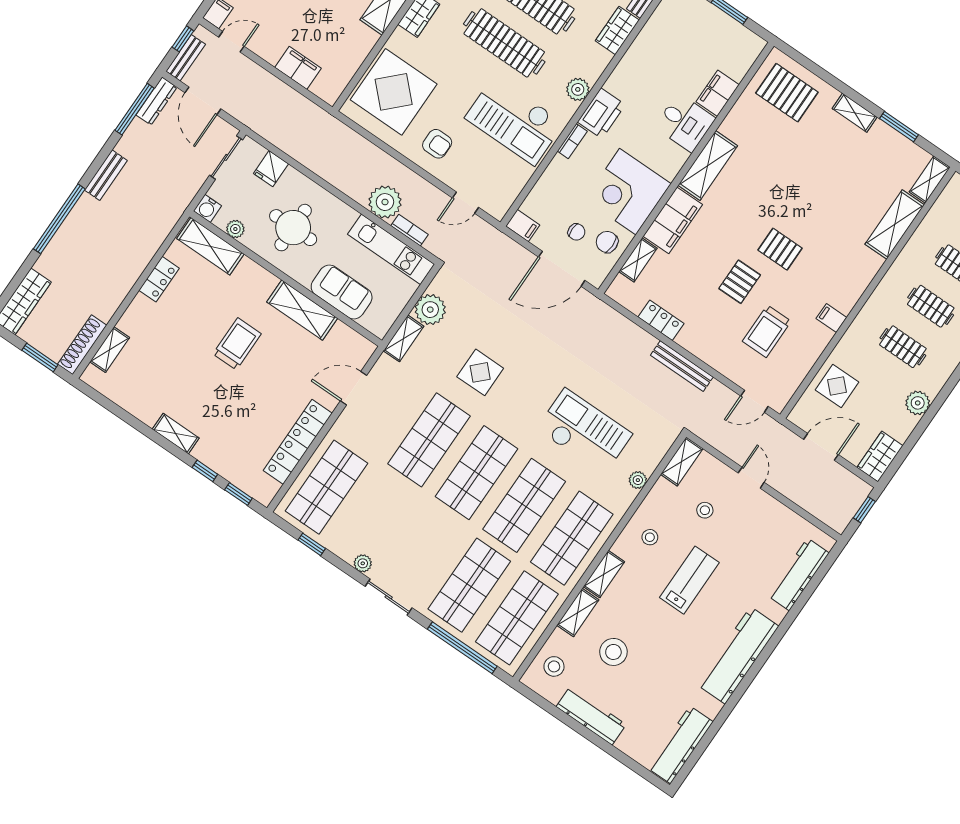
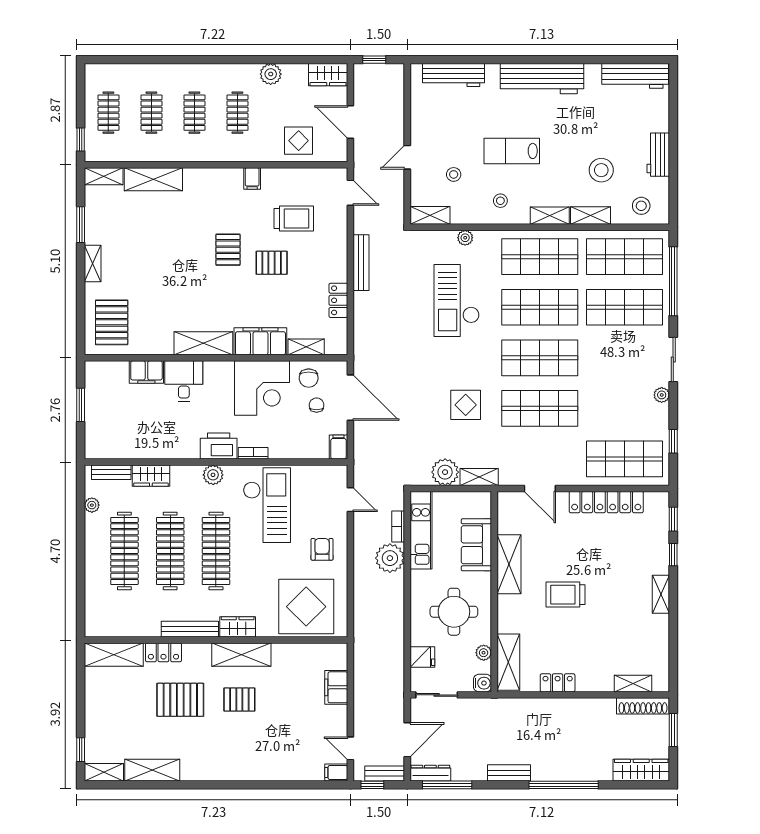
workbench: (591, 716) -> (658, 155), width x0.73

